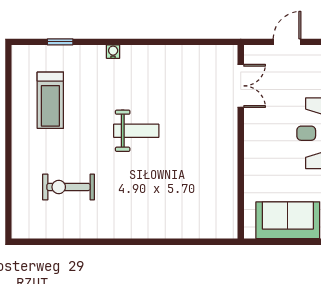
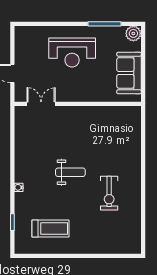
weight bench: (136, 131) -> (70, 172), turned 90
exercise bike: (69, 187) -> (109, 193), moved

